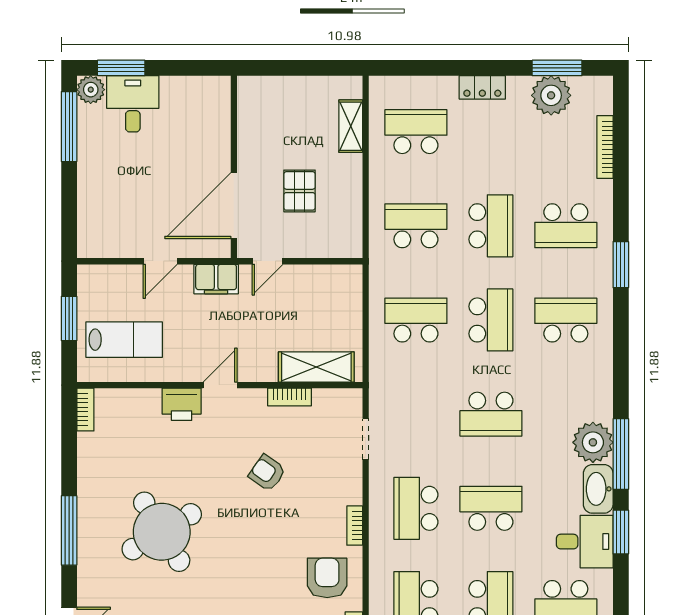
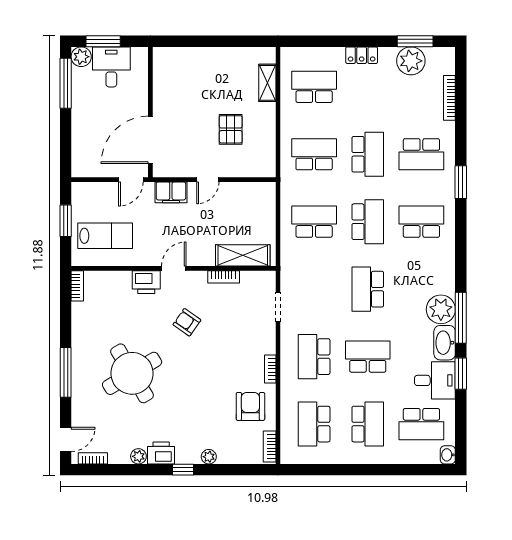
wall: (234, 167) -> (150, 112), moved
door: (234, 206) -> (150, 140), moved
school desk: (491, 414) -> (368, 289), turned 90
armchair: (267, 473) -> (187, 322), moved

